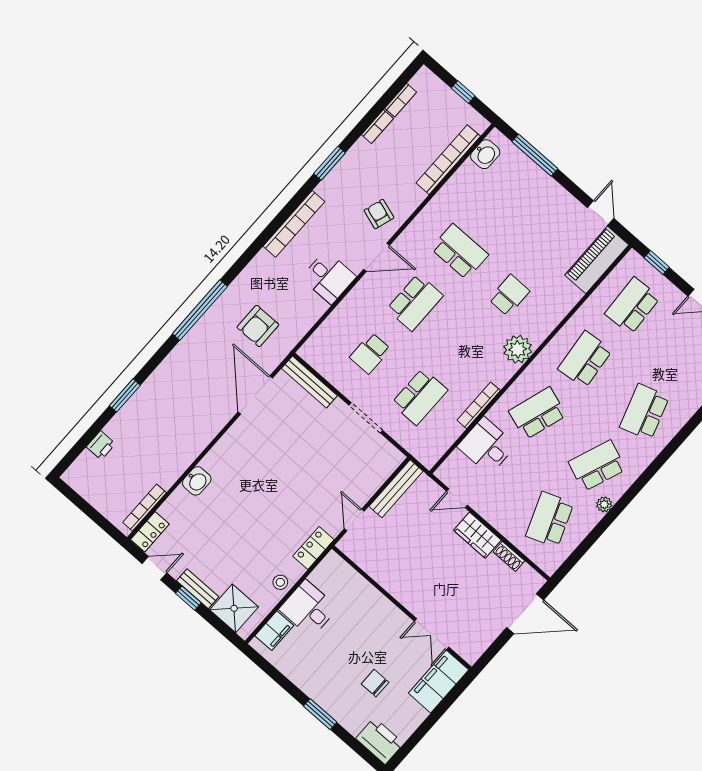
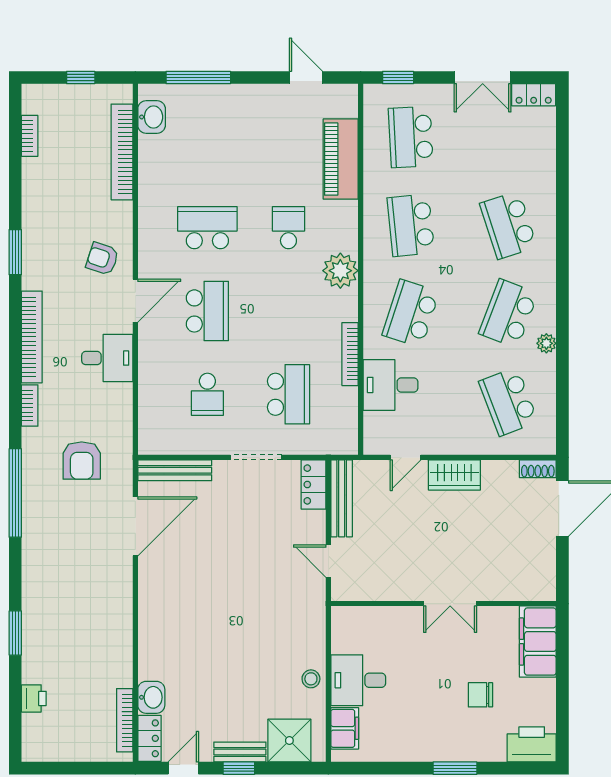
bookcase: (377, 127) -> (30, 405), moved
piano: (597, 260) -> (341, 159), moved
door: (255, 395) -> (135, 526), swing flipped
washbasin: (197, 481) -> (151, 697), moved
locker: (313, 548) -> (314, 484), moved
shoe rack: (509, 556) -> (538, 469), moved
double door: (432, 634) -> (450, 604), moved

